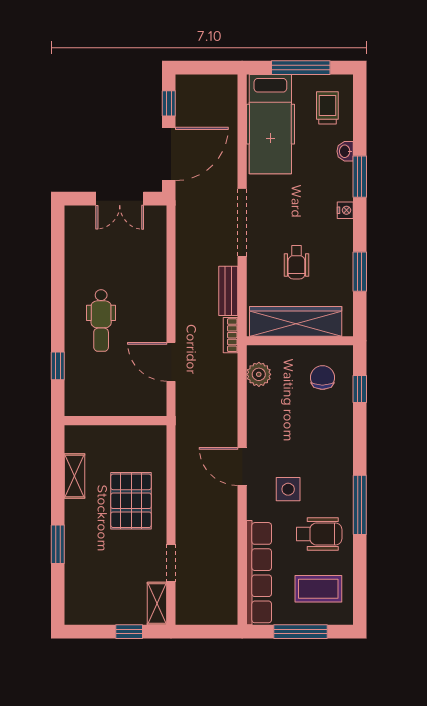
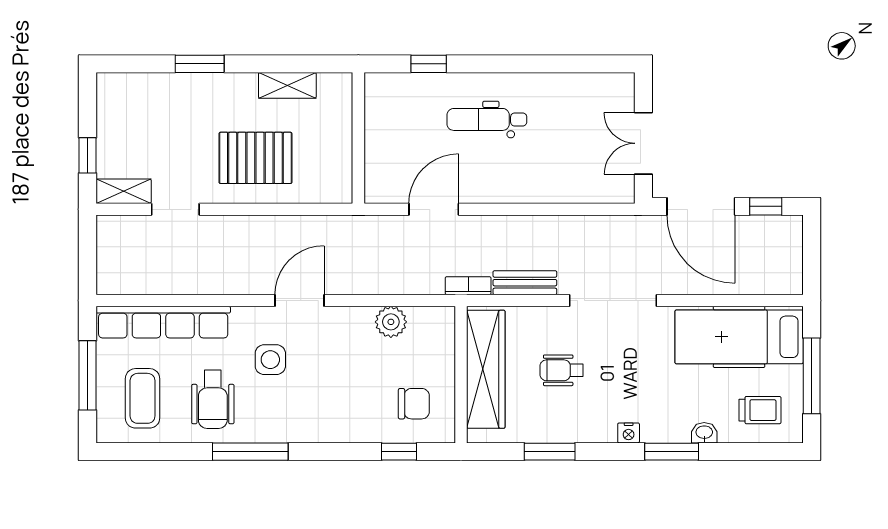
plant: (259, 374) -> (391, 322), moved

